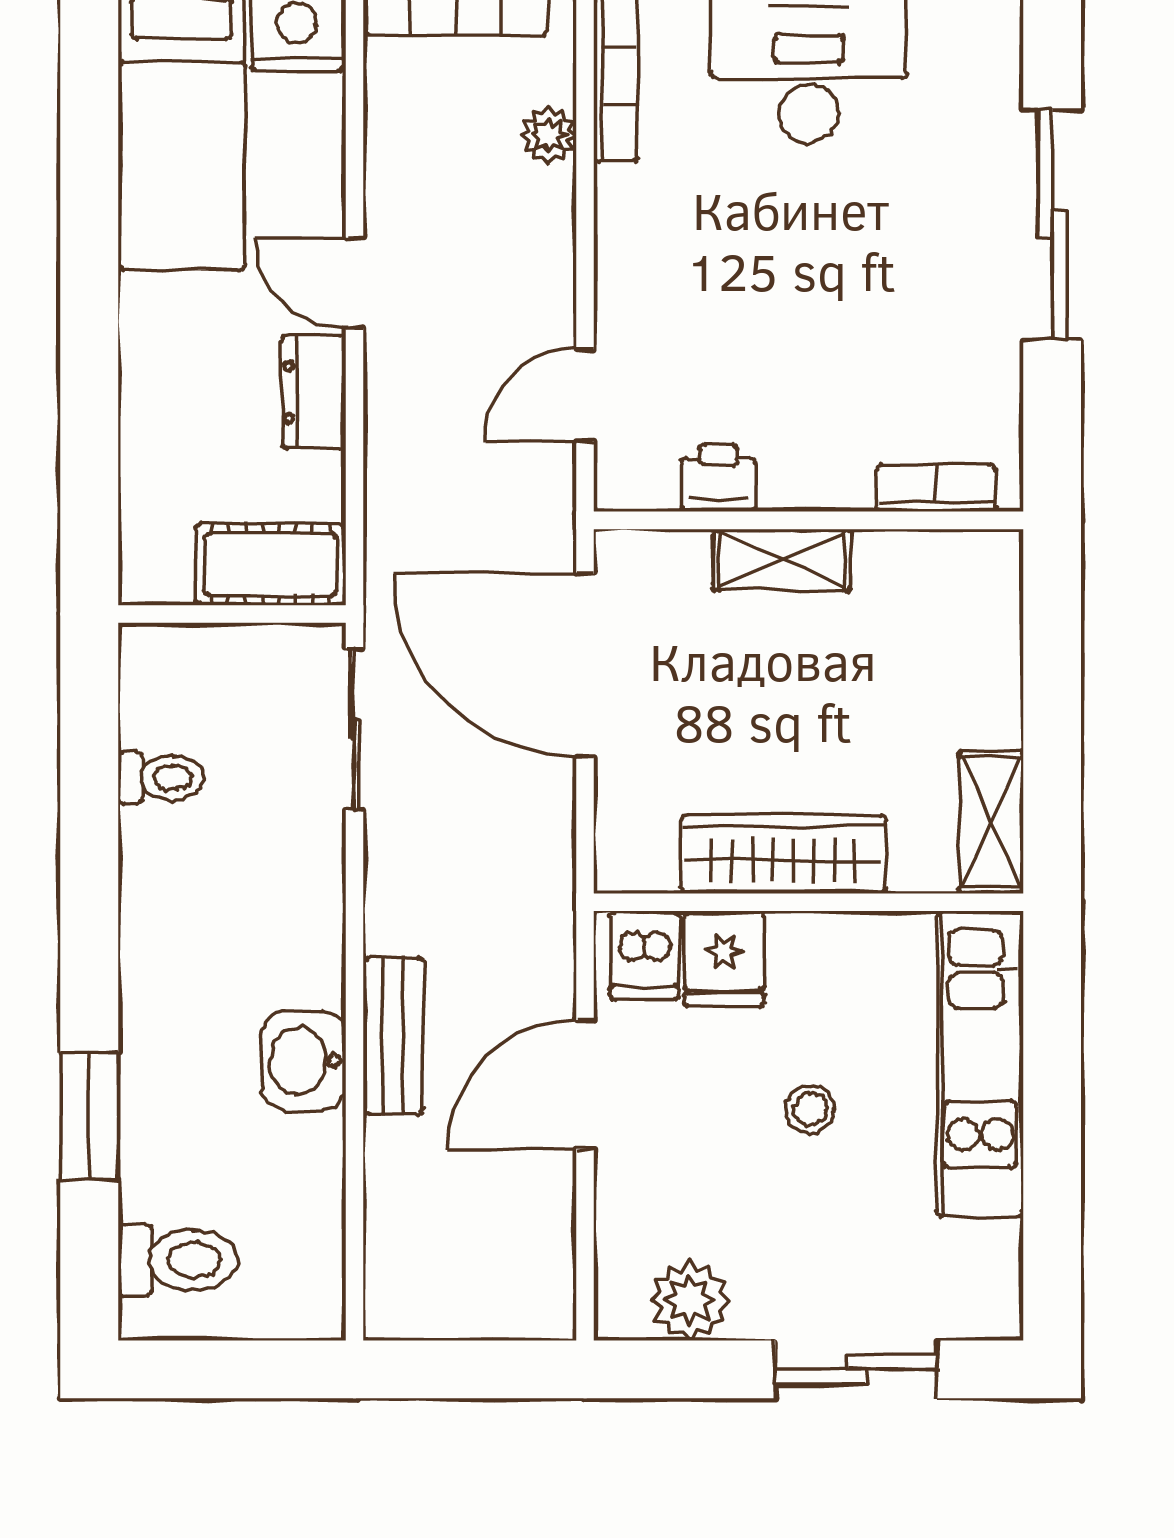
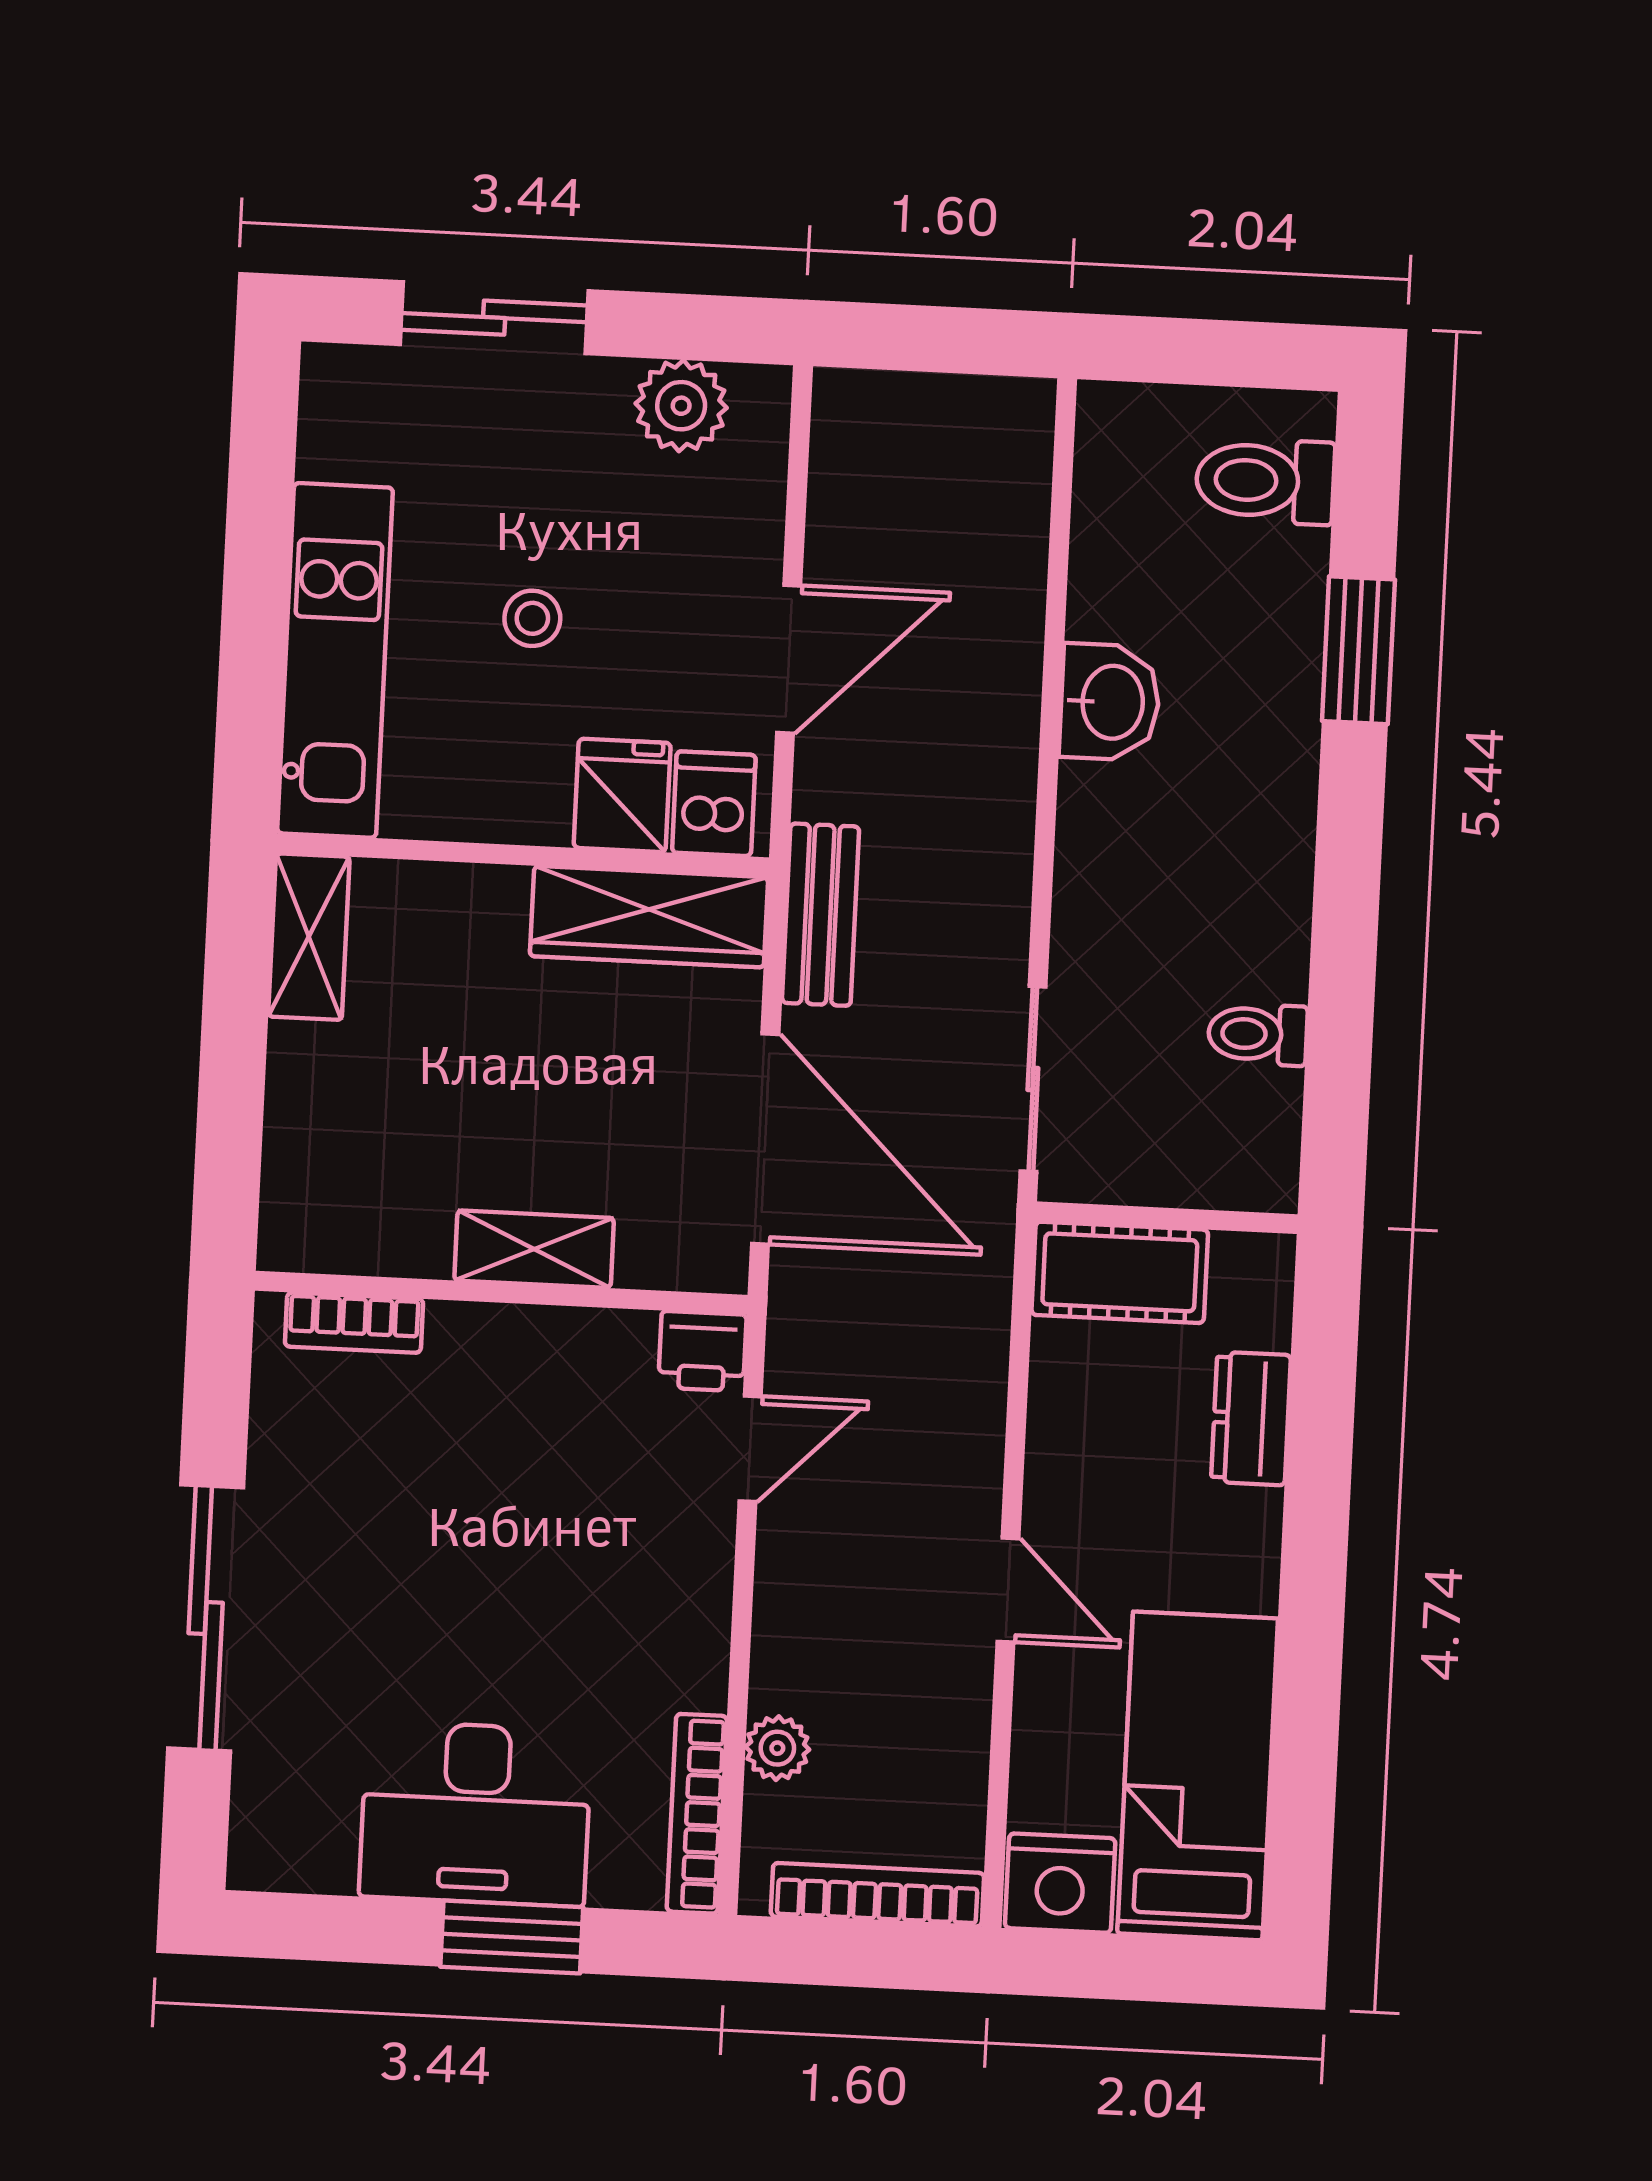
dresser: (314, 392) -> (1251, 1418), moved, turned 180
printer: (718, 478) -> (702, 1351), moved
wardrobe: (784, 854) -> (649, 917), moved
bench: (393, 1036) -> (821, 915), moved

